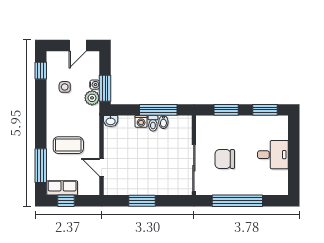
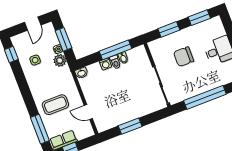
window: (105, 88) -> (63, 39), moved
chair: (225, 159) -> (184, 57), moved

